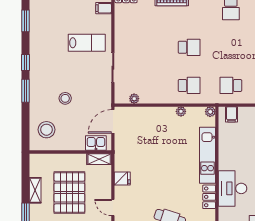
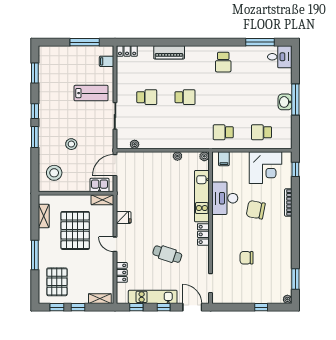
school desk: (189, 85) -> (147, 97), moved
desk: (233, 188) -> (225, 198), moved
shelving: (35, 190) -> (44, 216), moved

